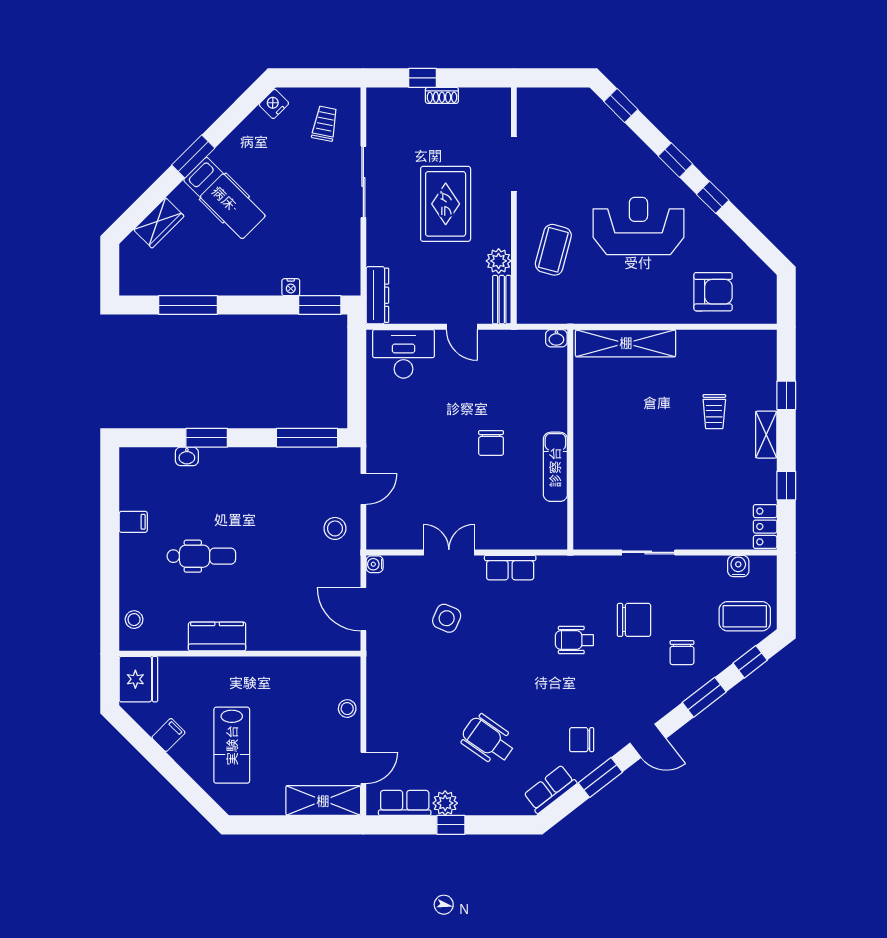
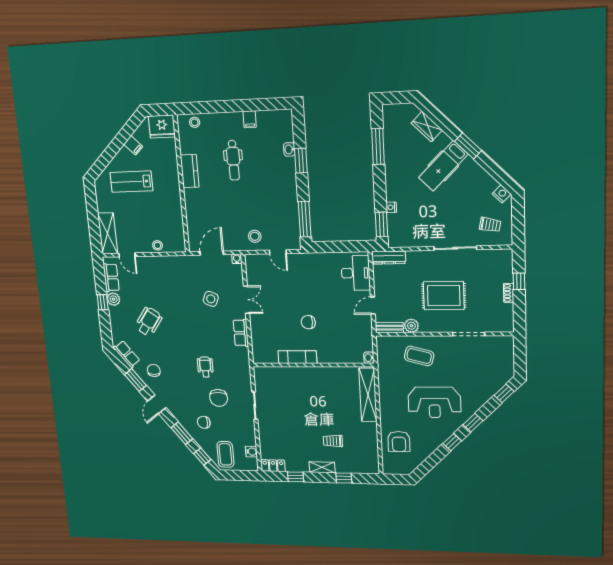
reception desk: (638, 226) -> (434, 402), turned 90

